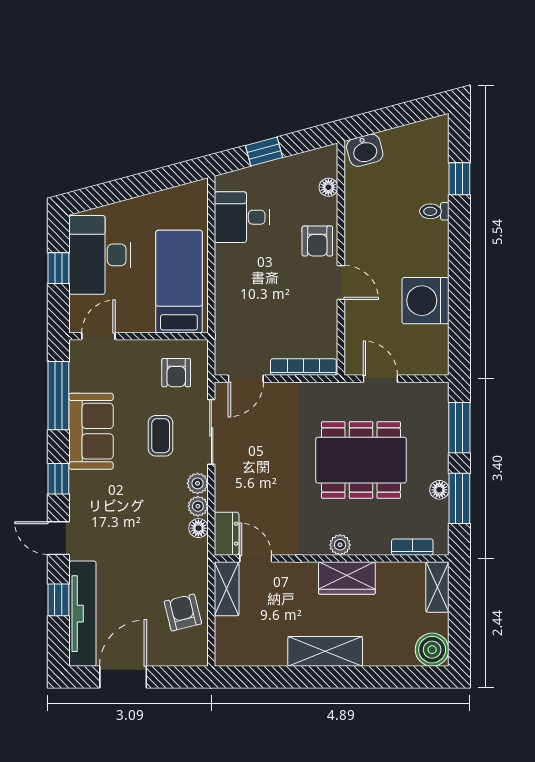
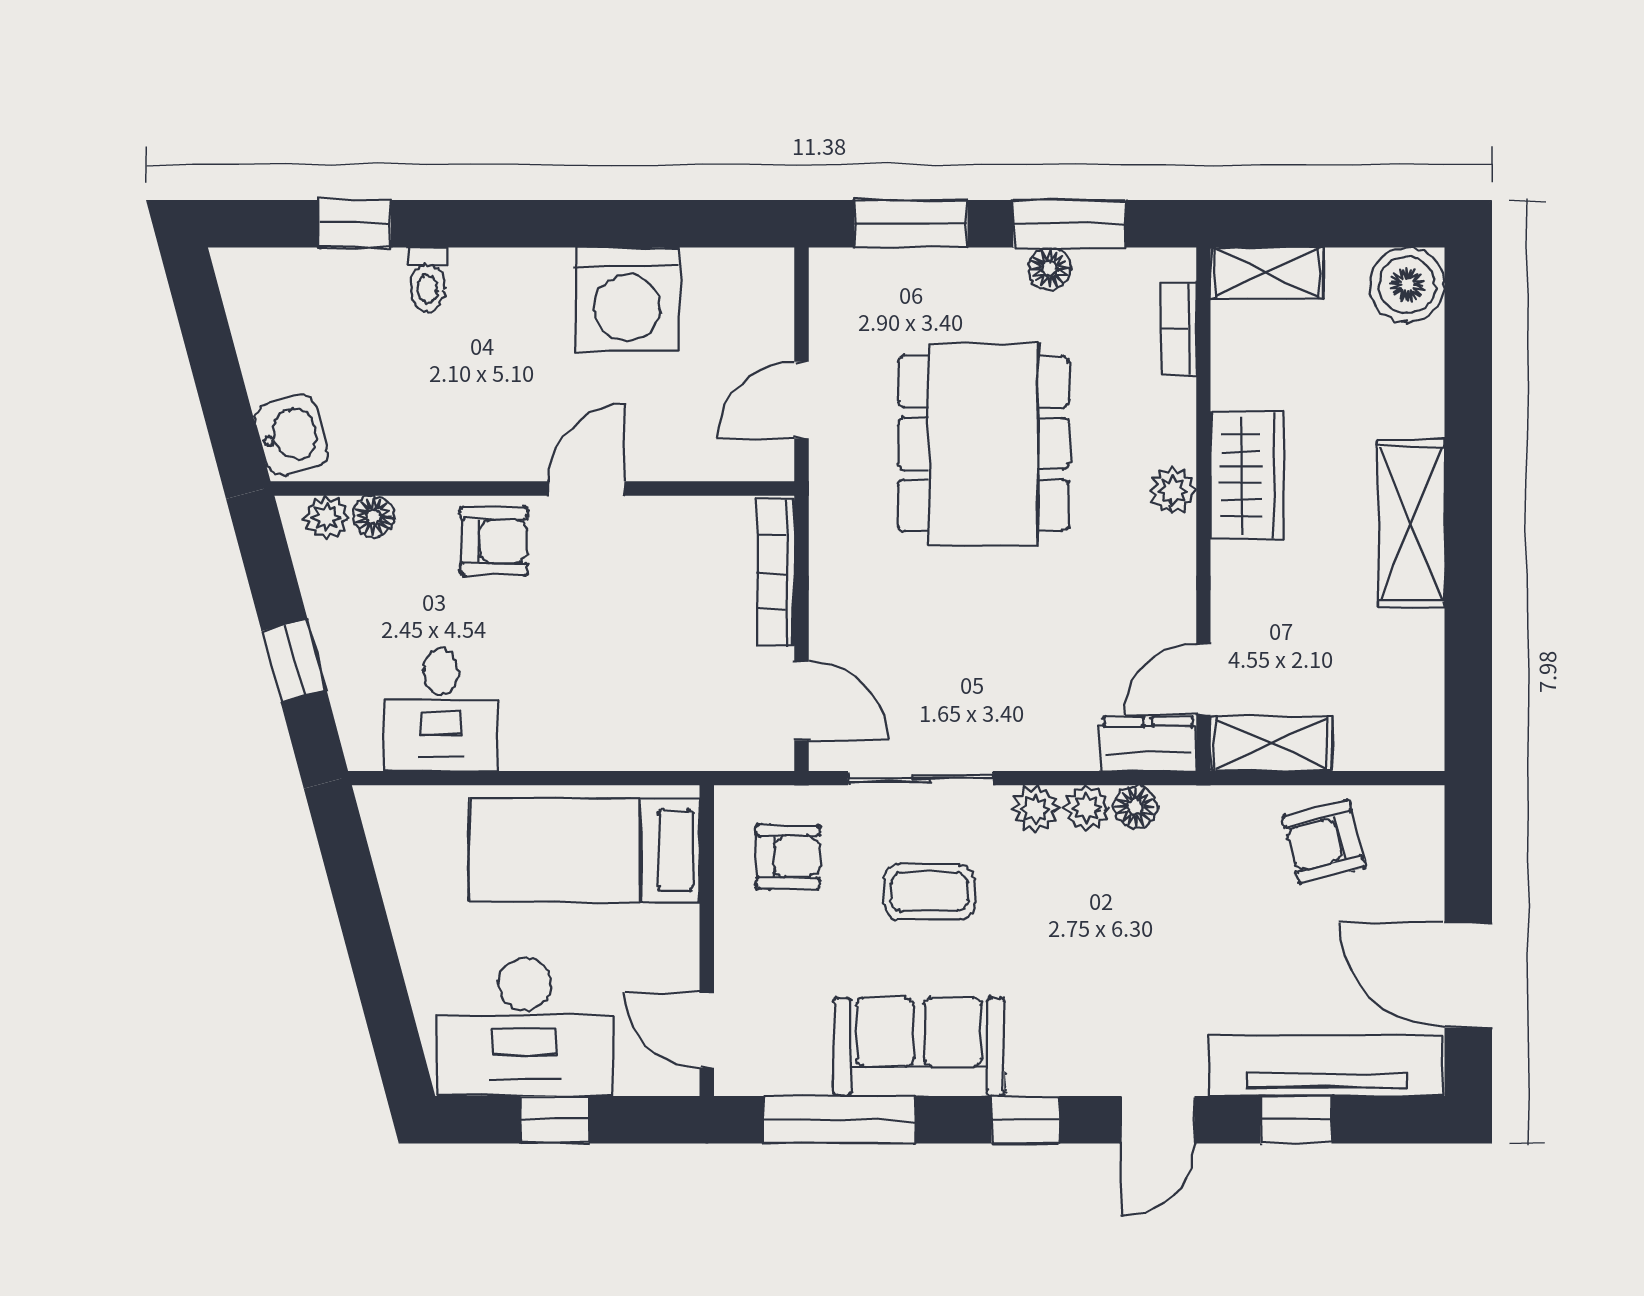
plant: (328, 166) -> (326, 518), added

